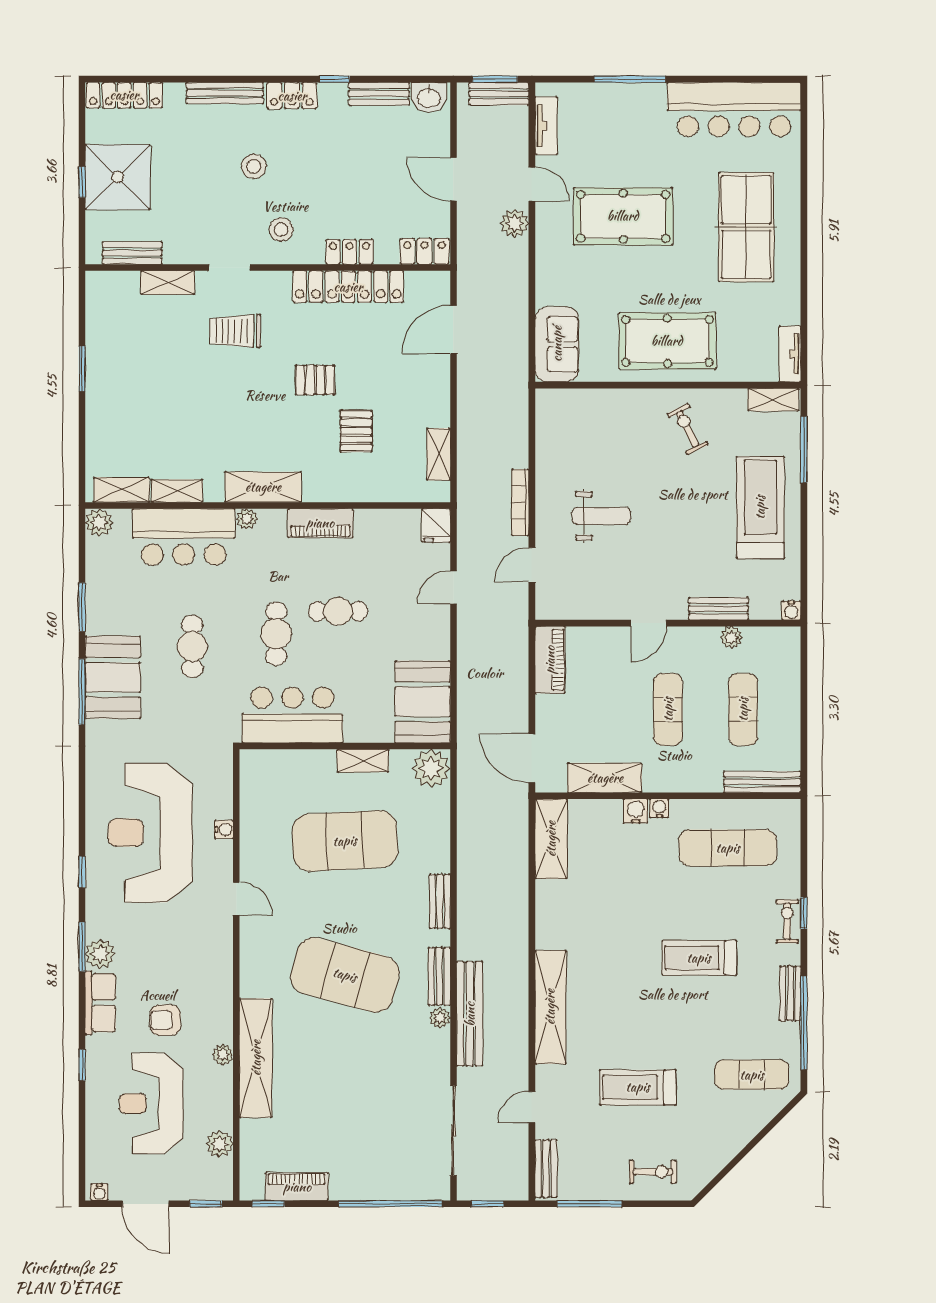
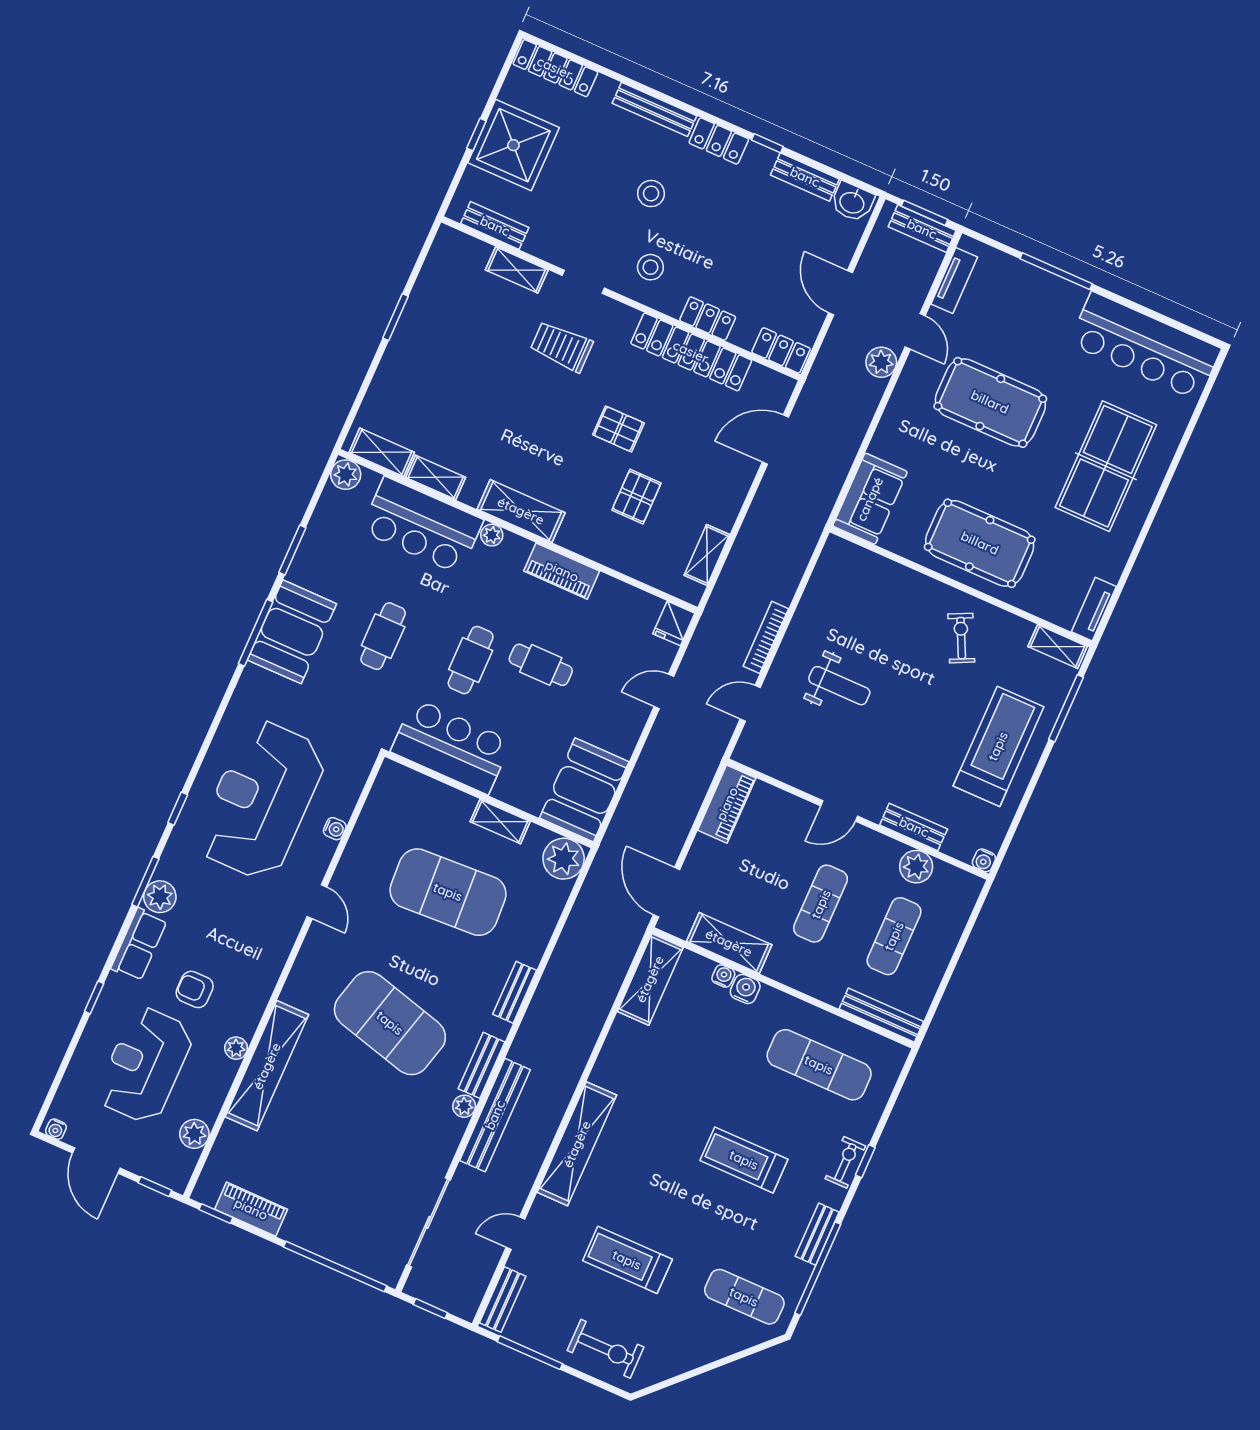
plant: (732, 637) -> (916, 867), width x1.38, depth x1.38
water cooler: (659, 808) -> (723, 976), moved
exercise bike: (653, 1172) -> (606, 1349), width x1.38, depth x1.39

